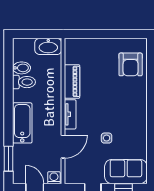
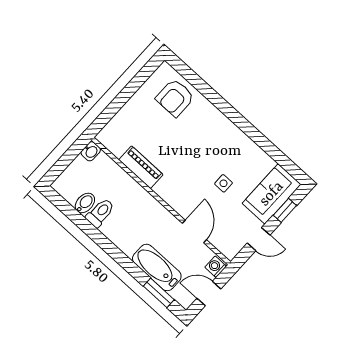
washbasin: (48, 46) -> (91, 151), width x0.52, depth x0.69
armchair: (131, 64) -> (175, 98), turned 90
tv unit: (70, 114) -> (170, 197), removed
bathtub: (22, 123) -> (157, 267), moved

